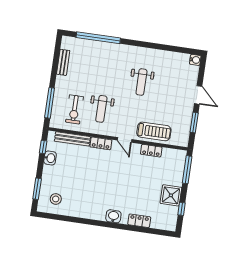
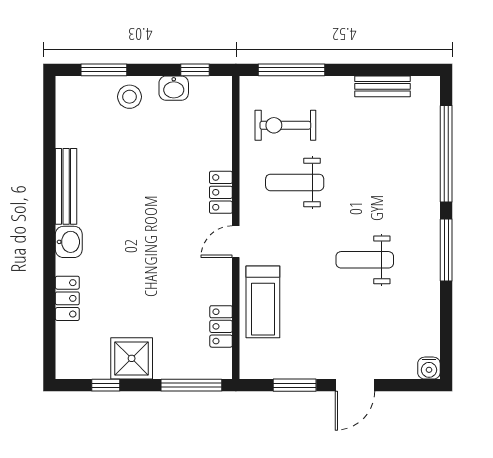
window: (142, 44) -> (446, 250), added
bench: (72, 139) -> (66, 186), moved
locker: (151, 151) -> (221, 326), moved
stool: (56, 199) -> (130, 97), moved

